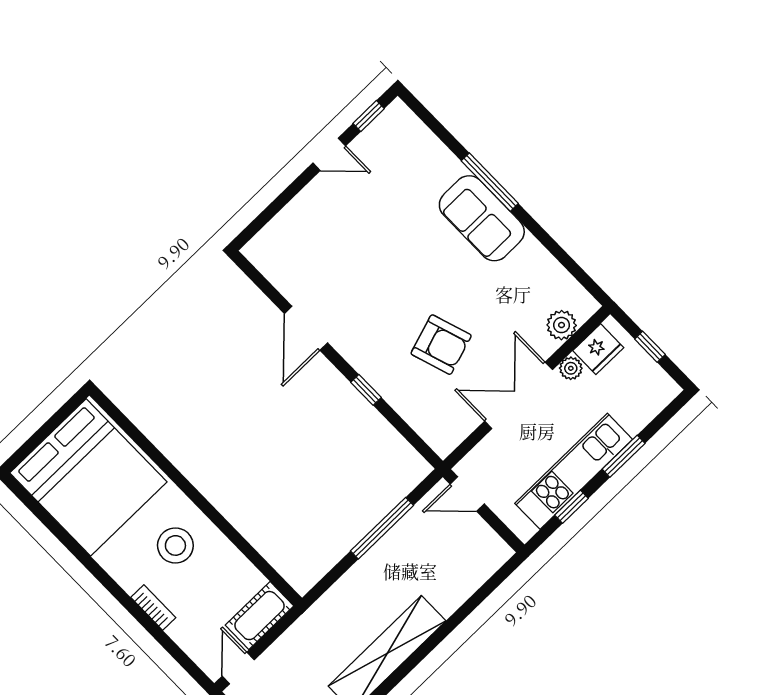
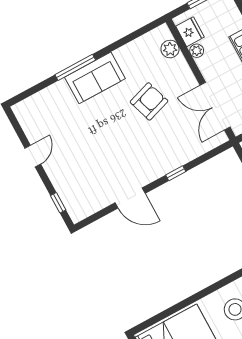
window: (369, 116) -> (58, 203), moved
armchair: (441, 345) -> (149, 101), moved
double door: (519, 395) -> (215, 106), moved

